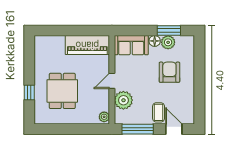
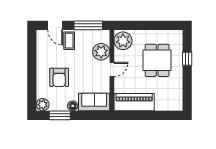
plant: (168, 42) -> (43, 105), moved
plant: (104, 117) -> (123, 41), width x1.87, depth x1.87

